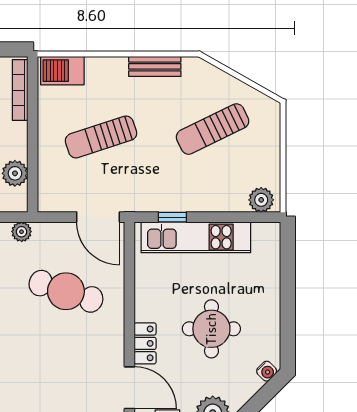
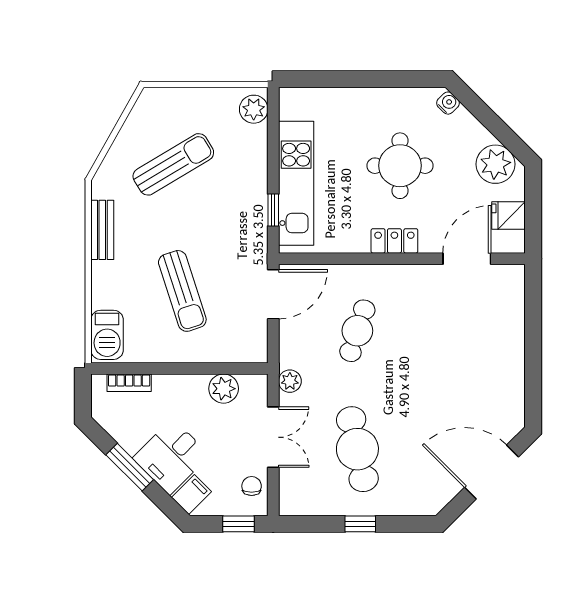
bookcase: (20, 90) -> (129, 383), width x0.64
sun lounger: (213, 129) -> (173, 164), turned -95
cafe table: (66, 291) -> (357, 331), width x0.73, depth x0.74
locker: (145, 343) -> (394, 241), moved

